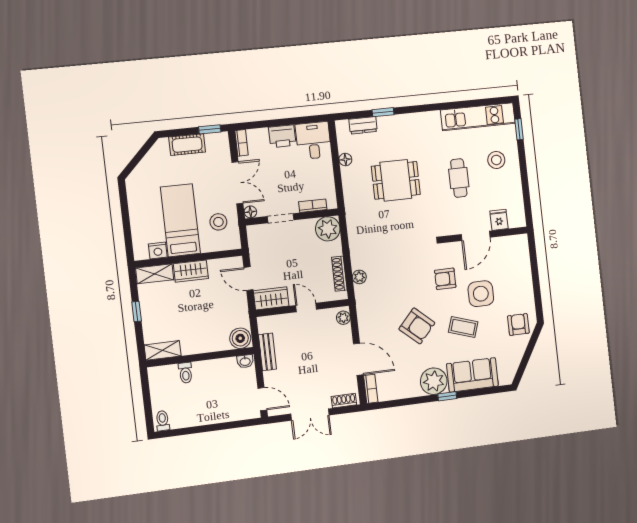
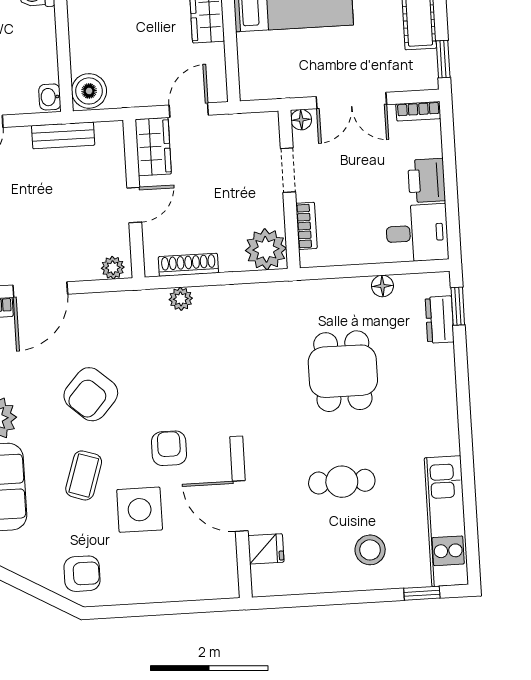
window: (383, 112) -> (458, 306), moved
stool: (218, 222) -> (287, 65), removed

